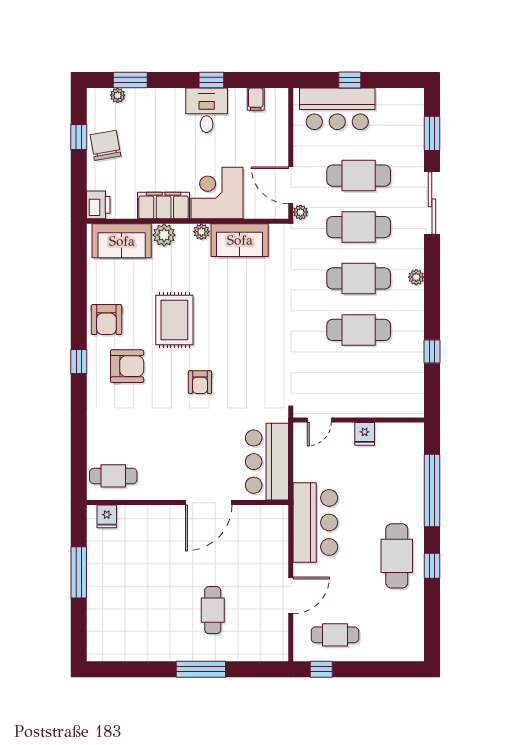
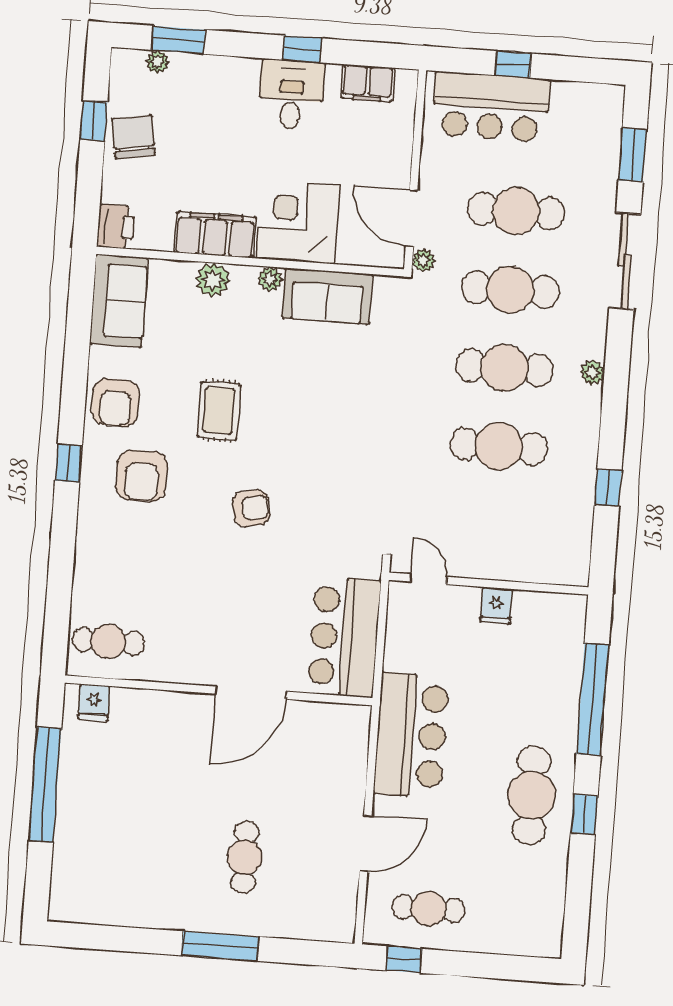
filing cabinet: (256, 99) -> (368, 83), width x2.00
sofa: (122, 241) -> (119, 301), moved, turned -90
rug: (174, 320) -> (219, 411), width x0.73, depth x0.70
armchair: (127, 366) -> (142, 476), turned 90
armchair: (200, 382) -> (251, 508), turned -101
door: (319, 420) -> (429, 579), swing flipped
window: (79, 572) -> (45, 785), width x1.46

